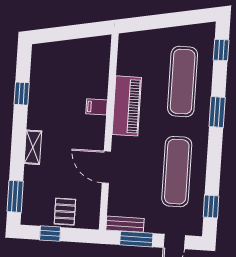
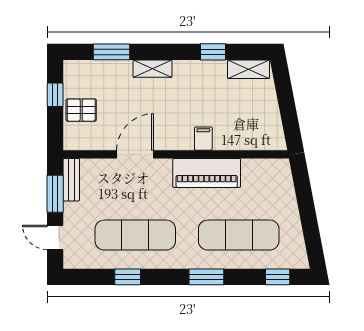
shelving: (39, 64) -> (248, 69), added
window: (15, 196) -> (112, 52), moved
window: (211, 207) -> (128, 277), moved

